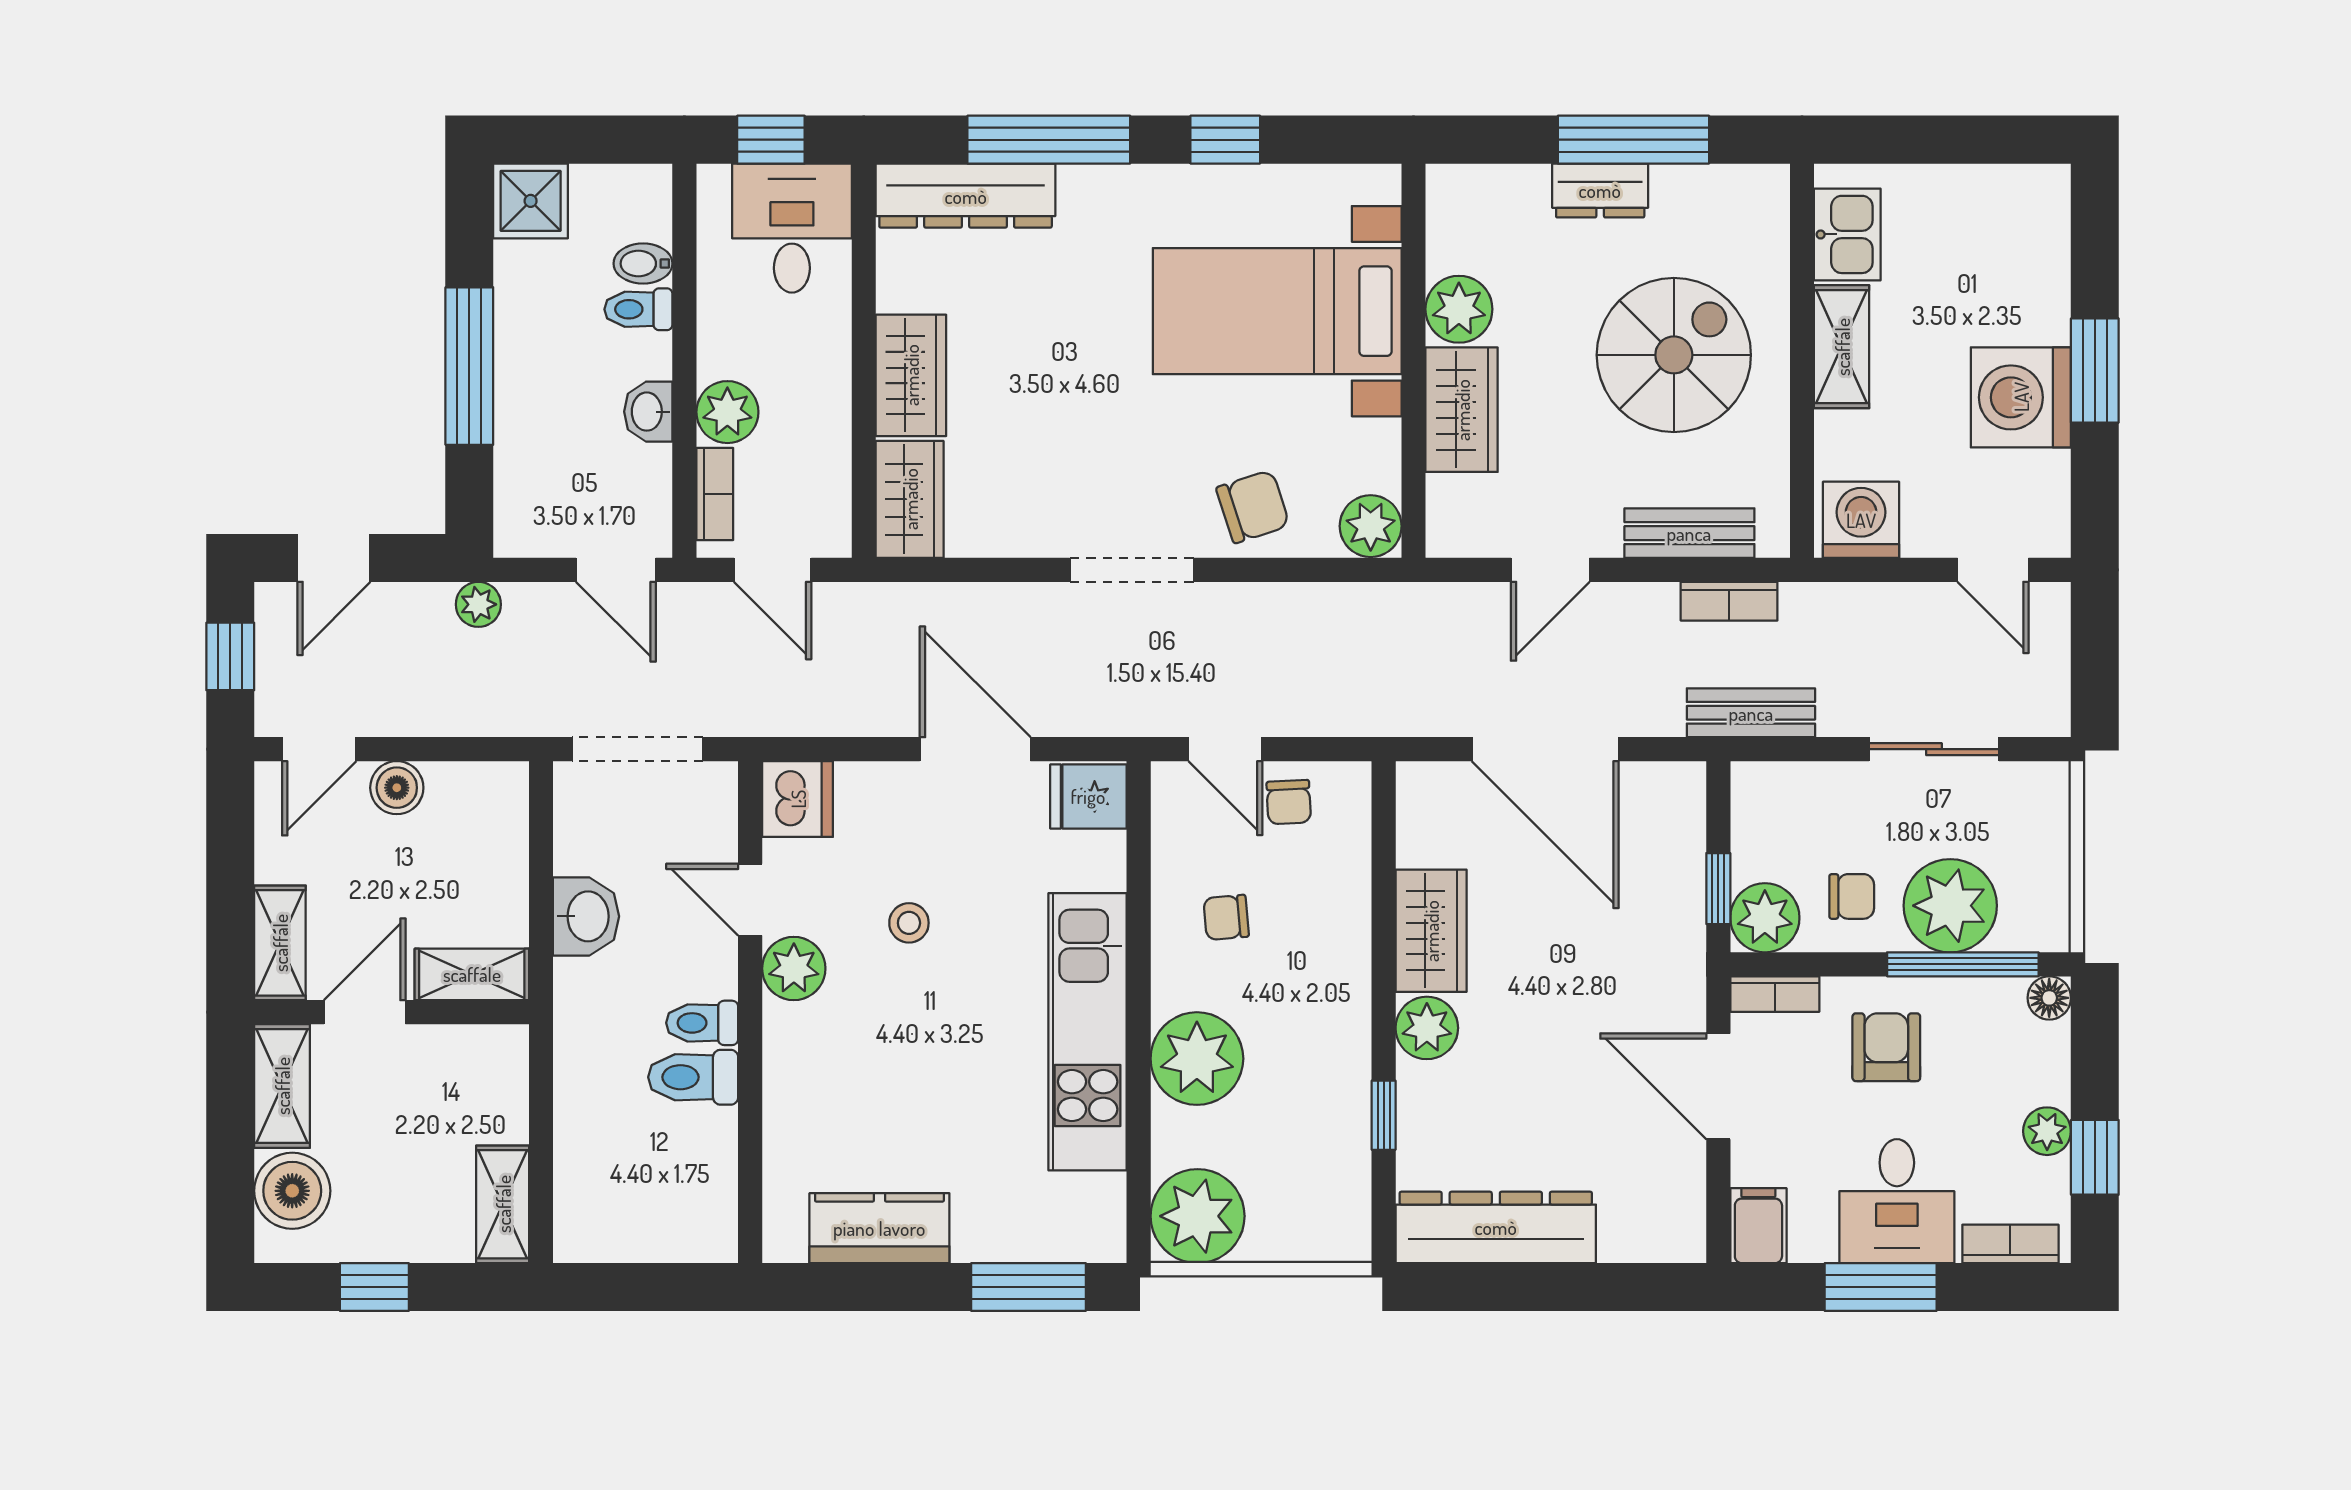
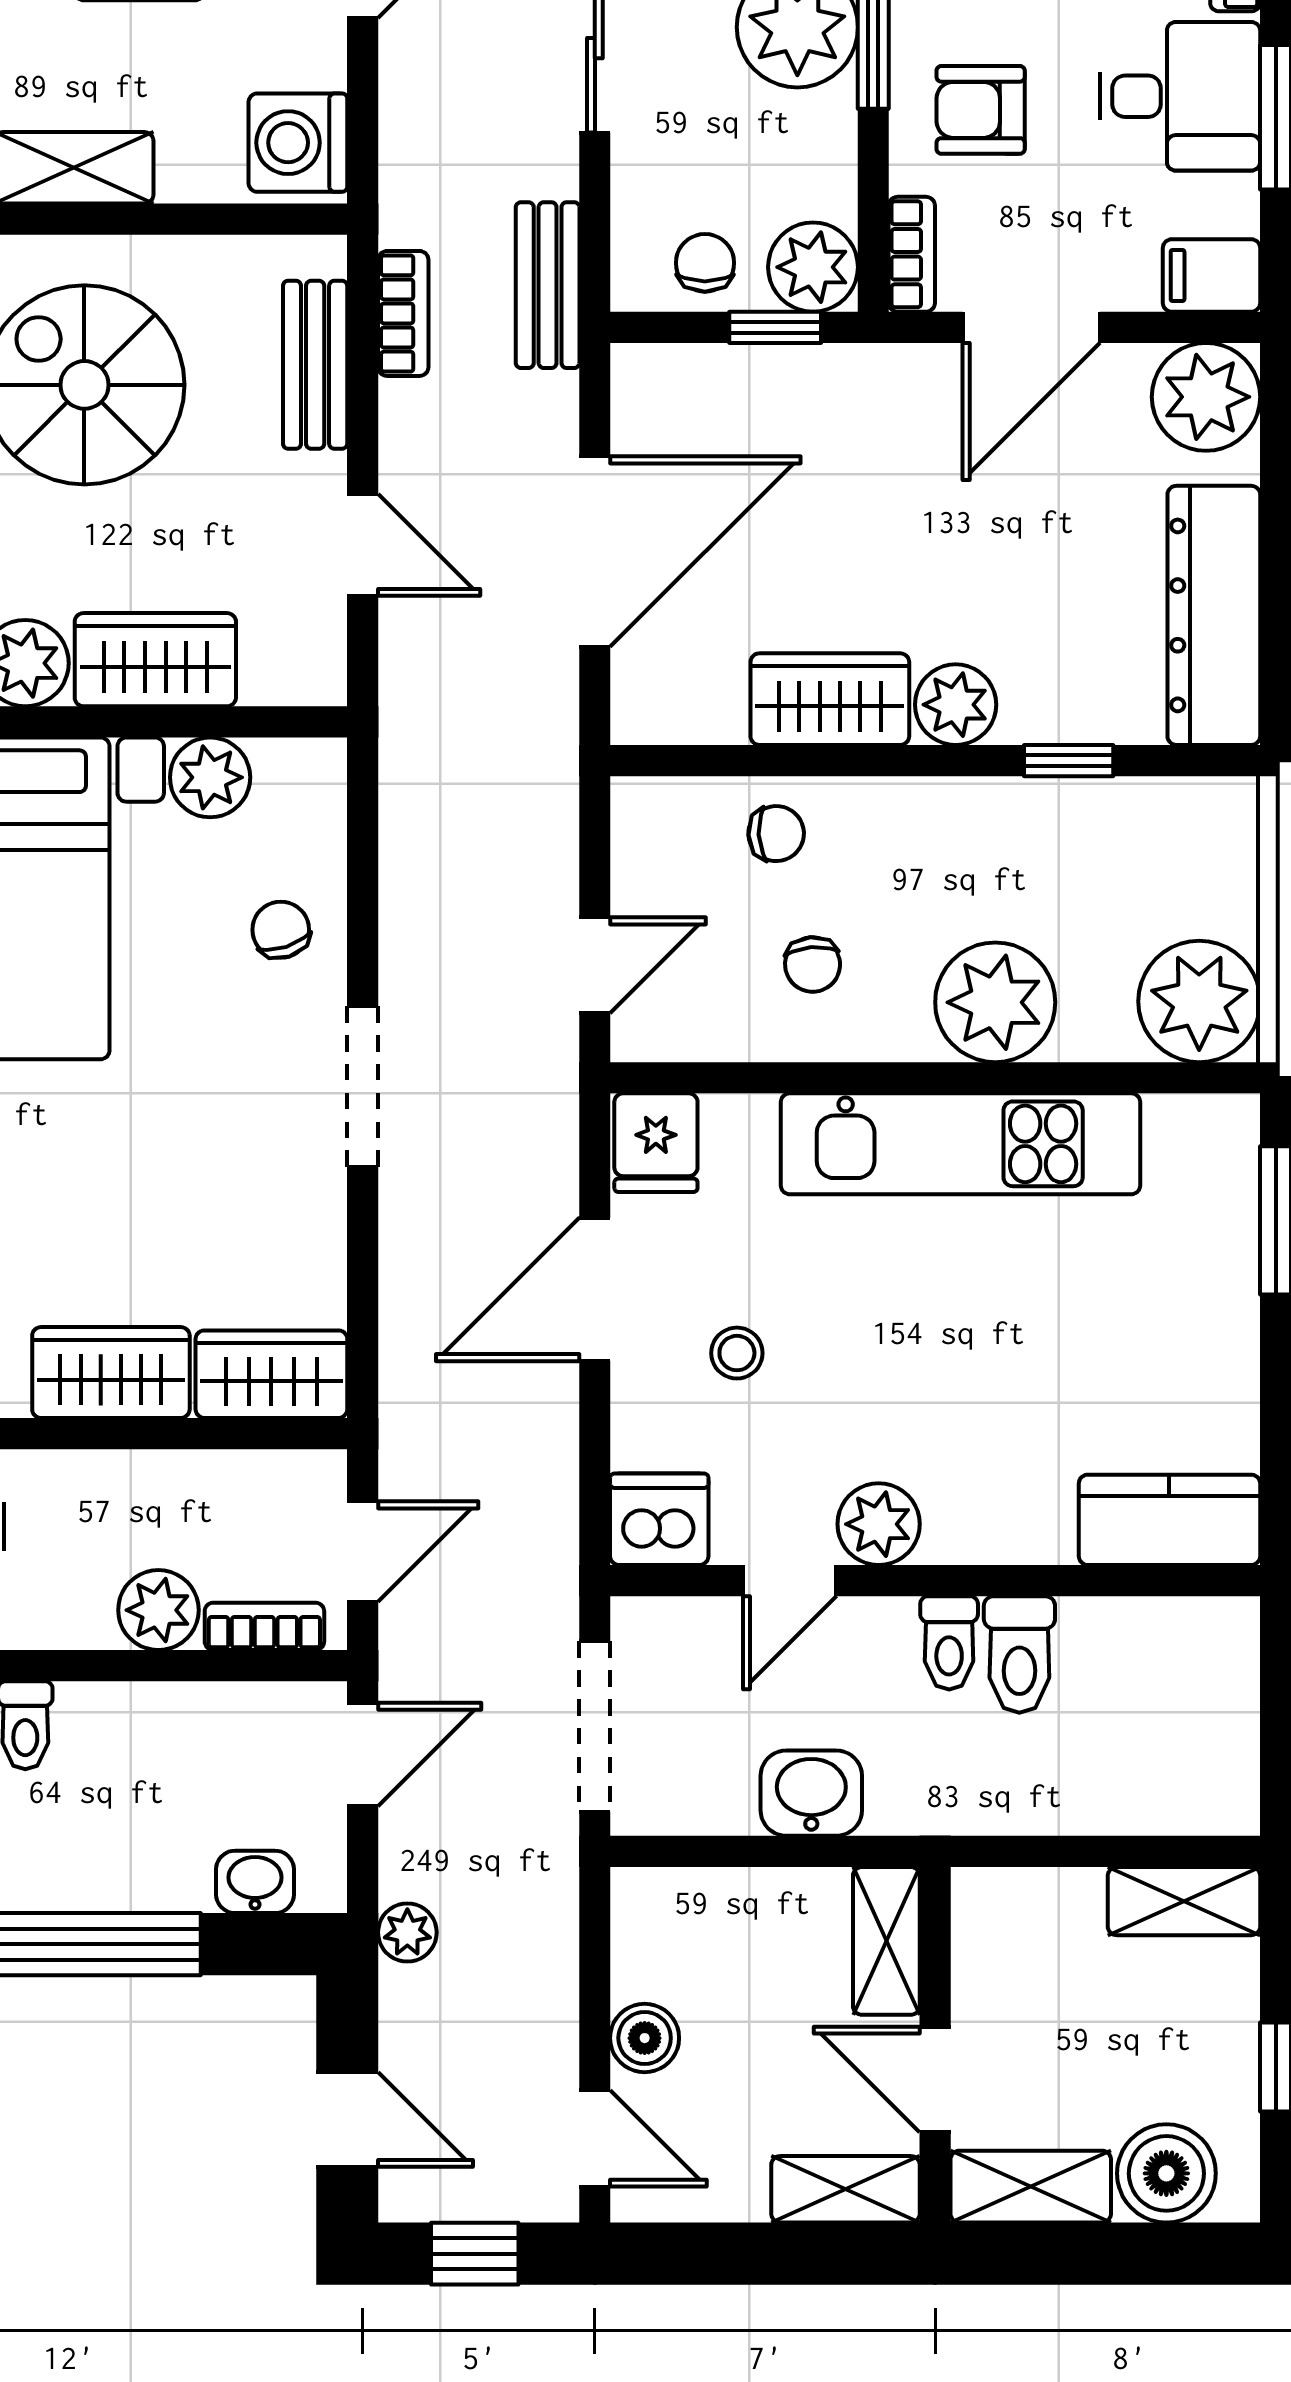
washbasin: (648, 412) -> (255, 1882), moved, turned 180
chair: (1253, 507) -> (281, 930), width x0.73, depth x0.73
plant: (1371, 526) -> (210, 777), moved
chair: (1289, 802) -> (776, 834), moved
chair: (1852, 896) -> (705, 263), moved
stool: (909, 923) -> (737, 1353), moved
plant: (1665, 1221) -> (1206, 397), added
kitchen counter: (879, 1228) -> (1169, 1520), moved, turned 90

